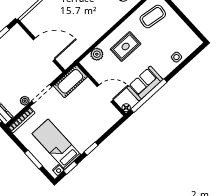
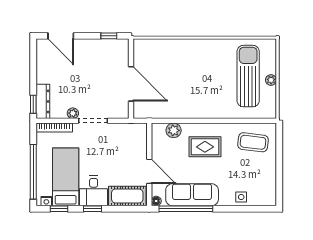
cot: (70, 81) -> (127, 196), moved
sofa: (145, 84) -> (192, 195), width x1.36
desk: (82, 137) -> (94, 191), added
window: (33, 159) -> (33, 172), width x2.11

